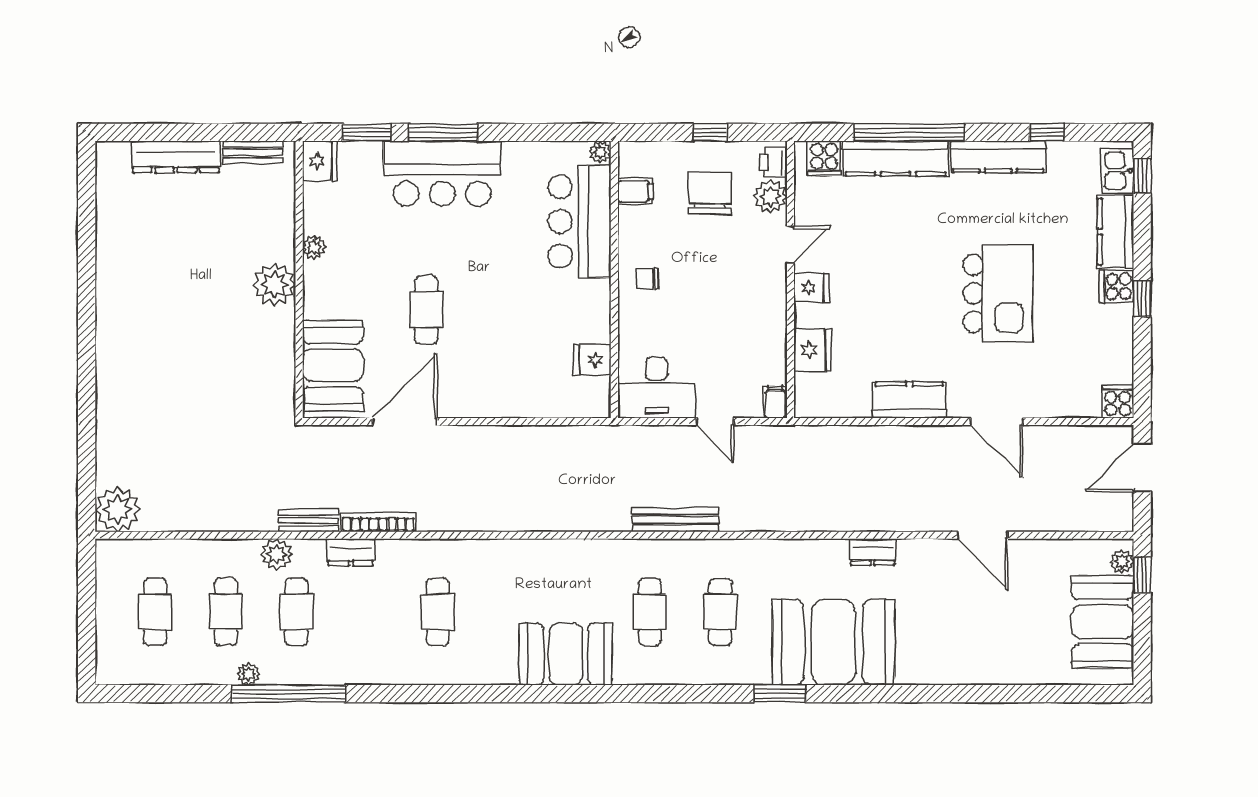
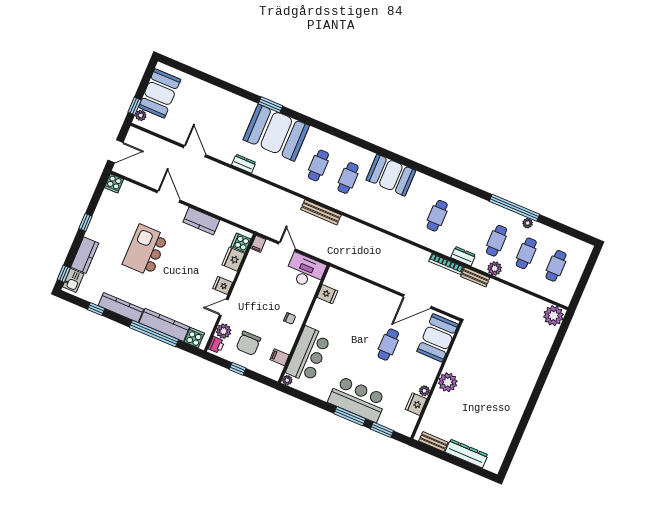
fridge: (320, 161) -> (416, 404), moved
cooker: (1117, 286) -> (241, 243), moved, turned 180
window: (780, 694) -> (270, 105), moved

